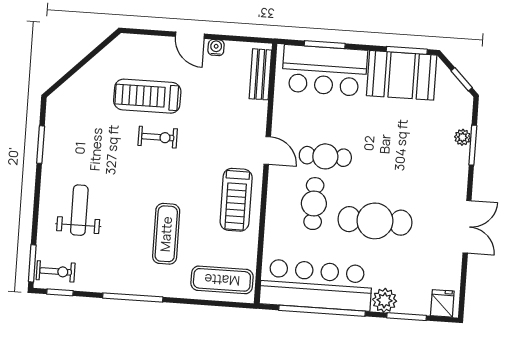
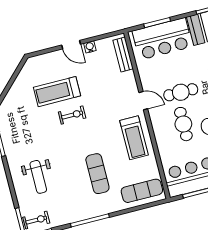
weight bench: (79, 210) -> (38, 177), turned 180

